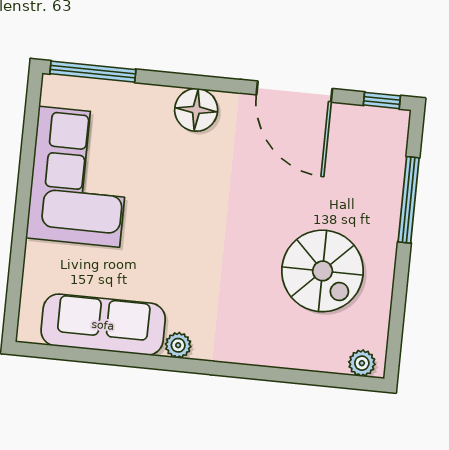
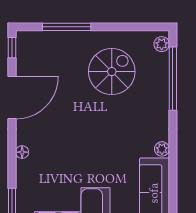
floor lamp: (196, 110) -> (22, 152), width x0.53, depth x0.53
window: (299, 377) -> (173, 79), added

